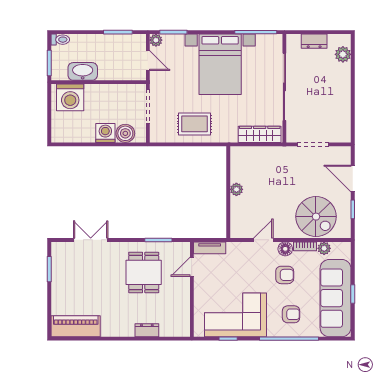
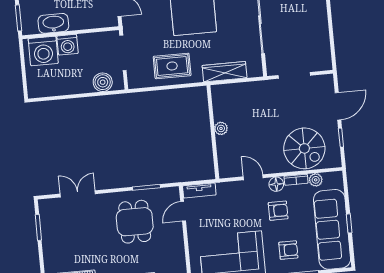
washing machine: (105, 133) -> (68, 45), moved, turned 180
wardrobe: (260, 134) -> (225, 72), moved
door: (353, 179) -> (338, 106), swing flipped
door: (263, 240) -> (253, 177), hinge flipped

